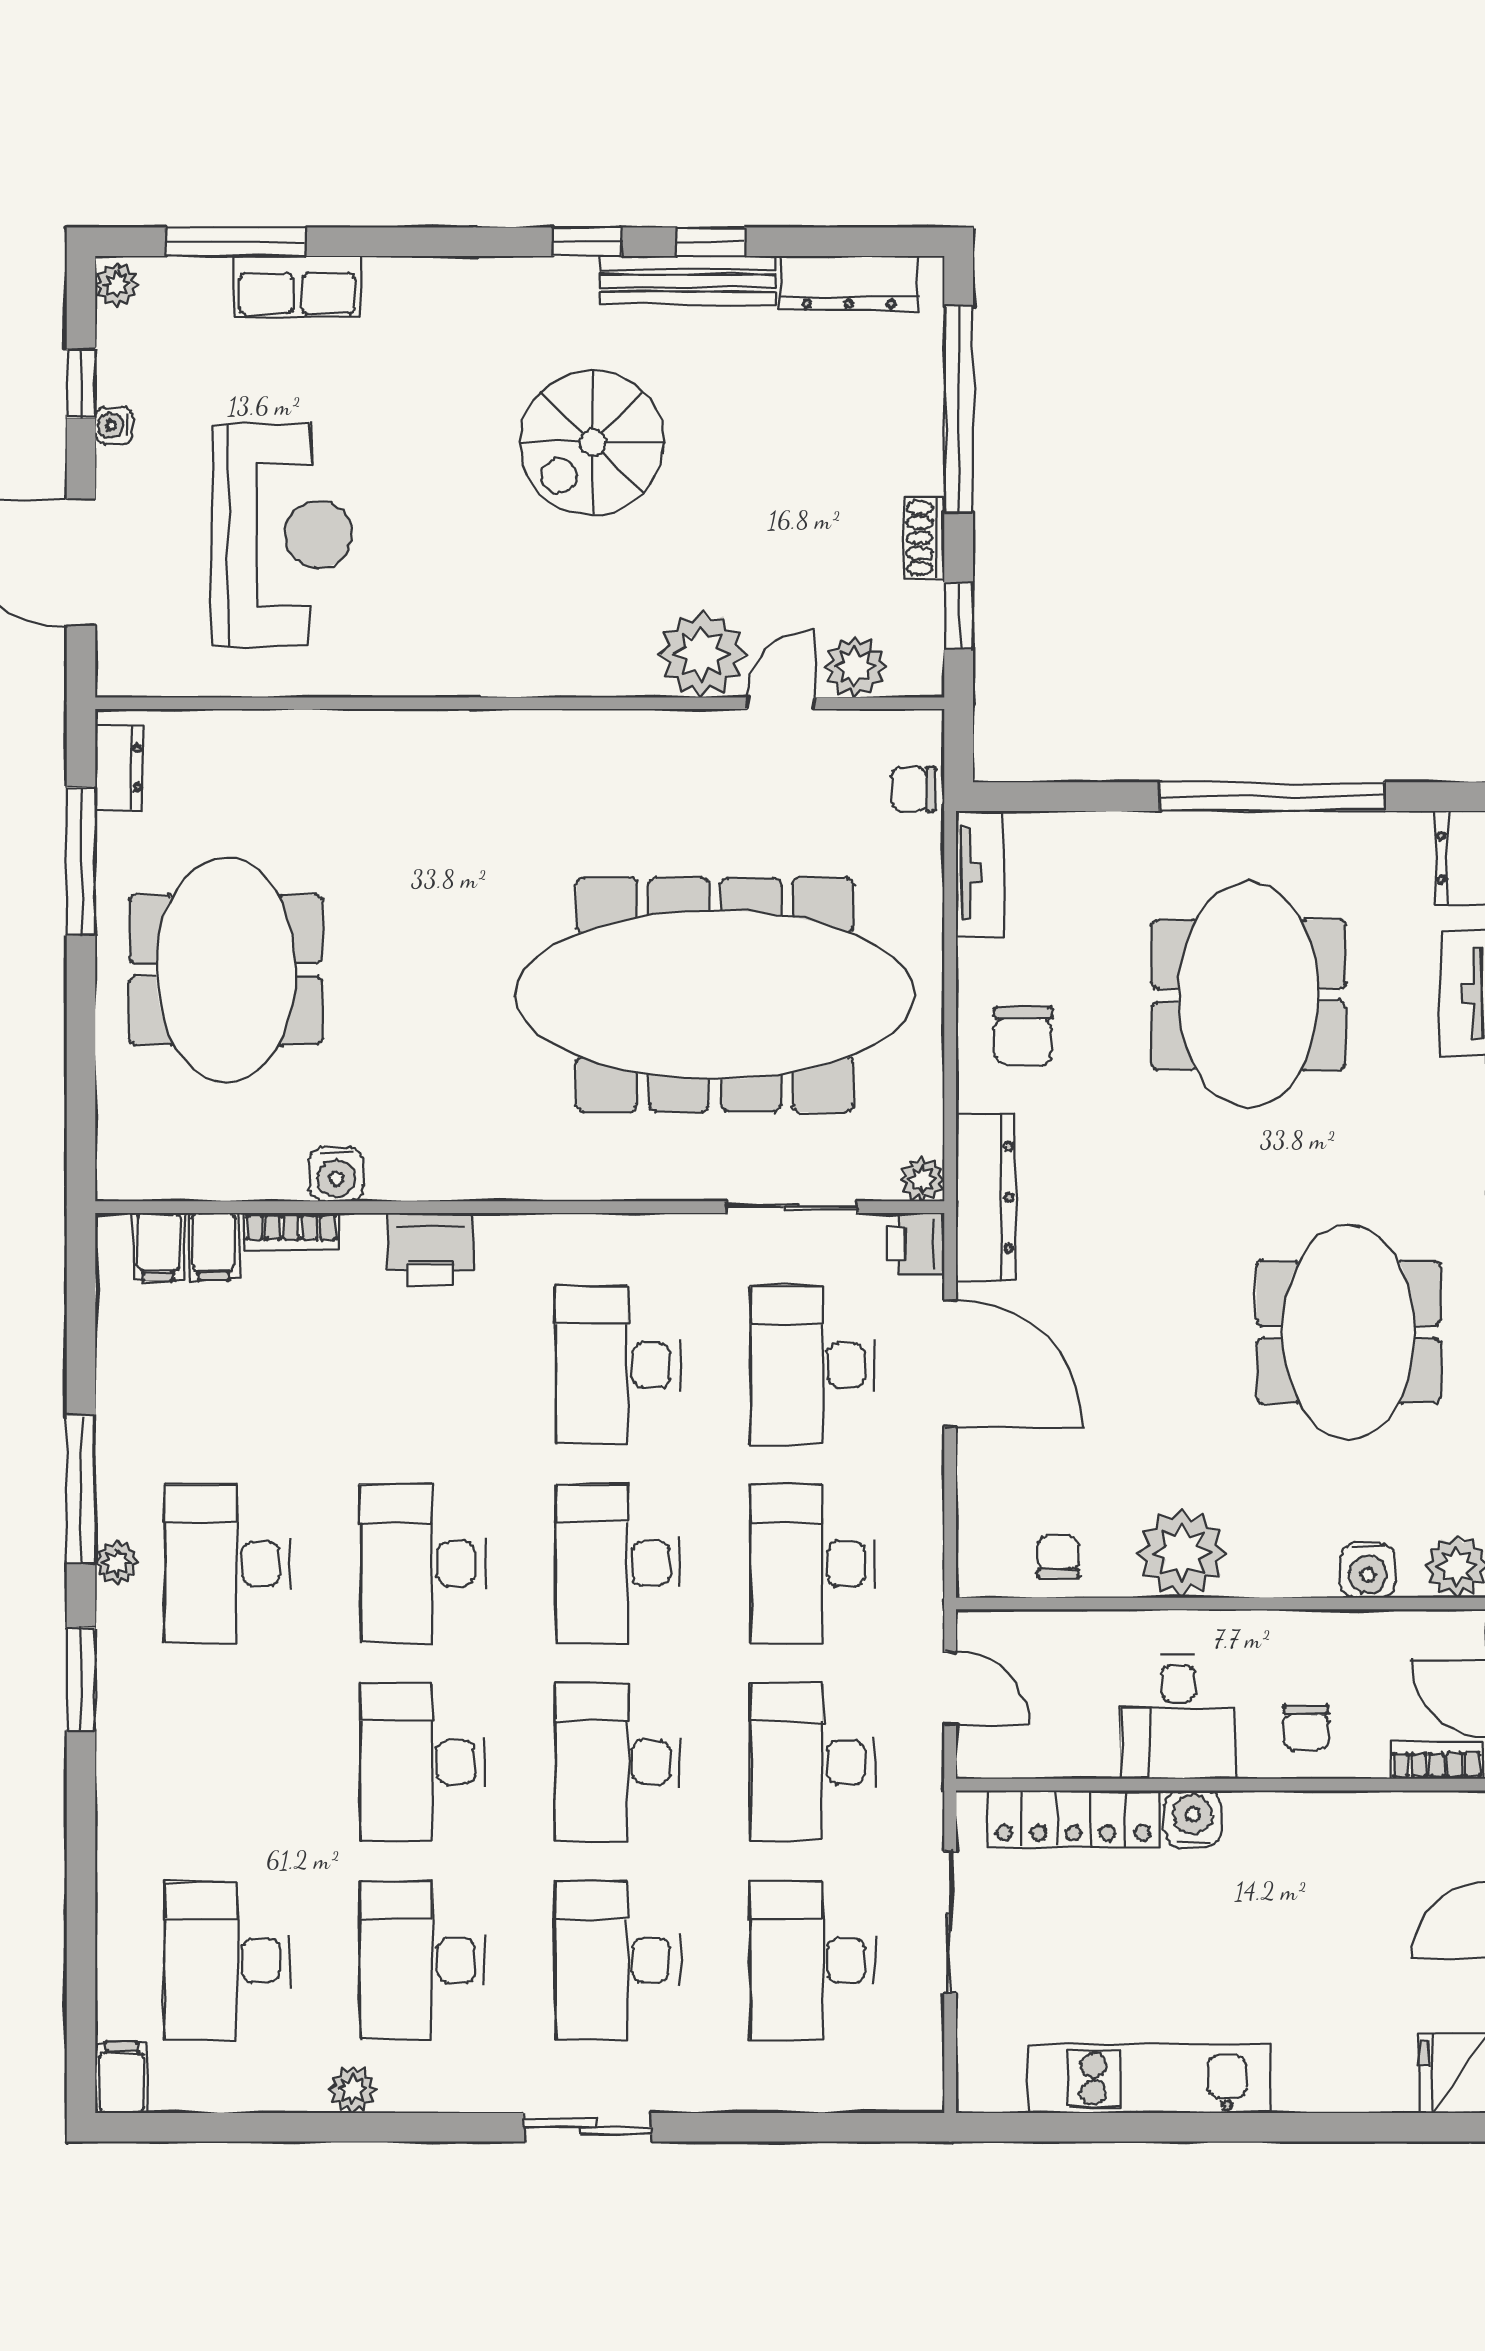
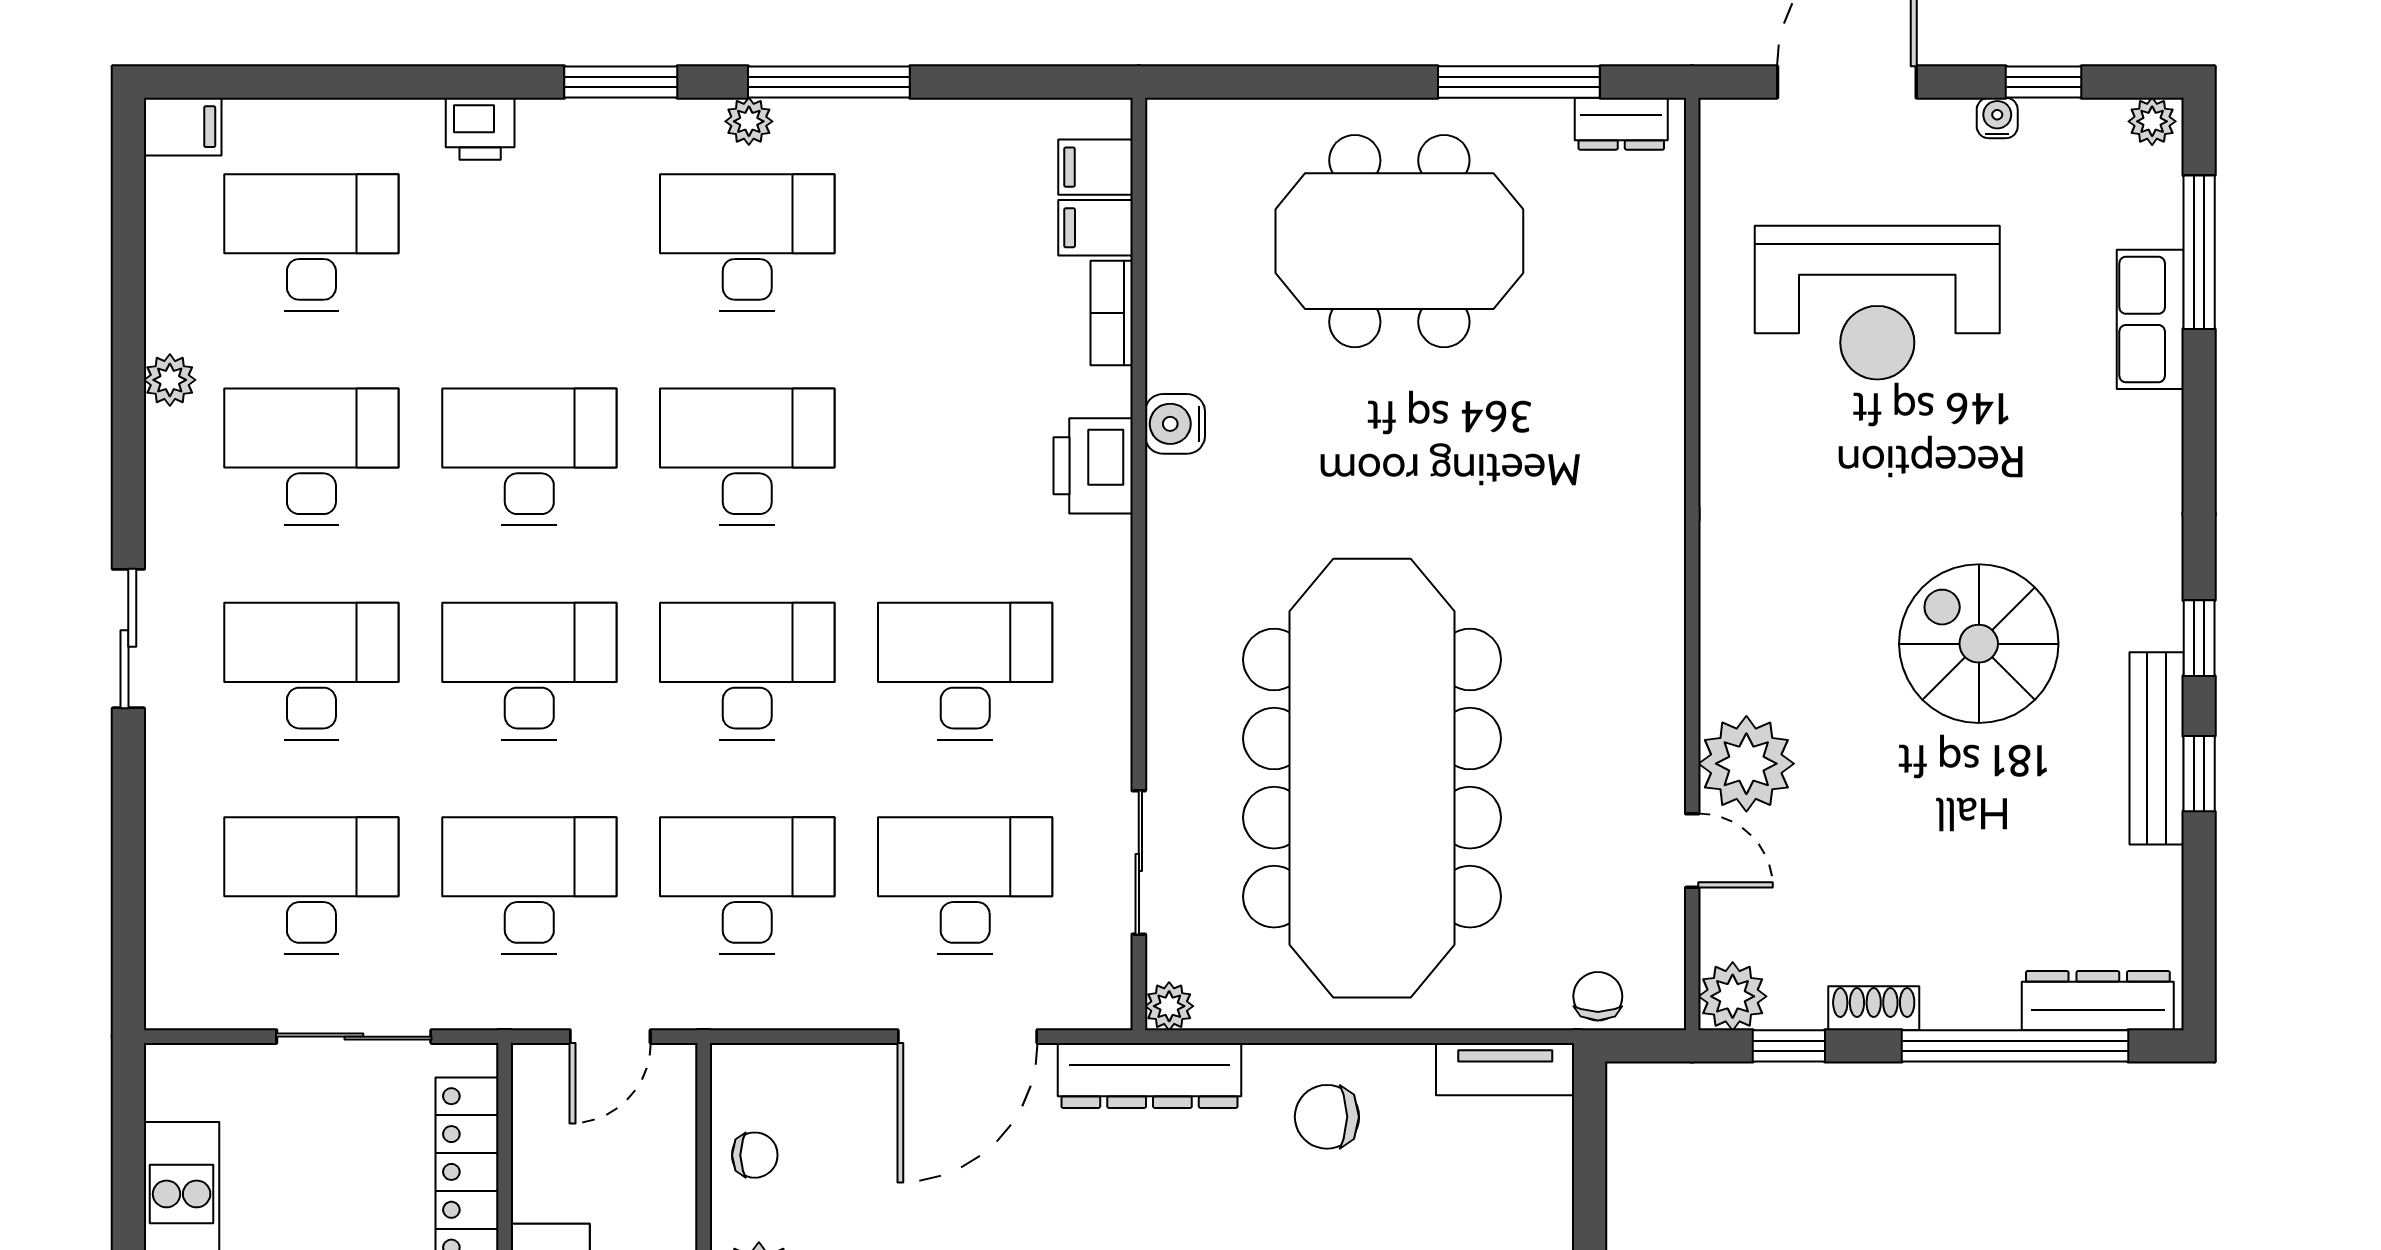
dresser: (849, 283) -> (2098, 1001), moved, turned 90
plant: (855, 667) -> (1733, 996), moved
water cooler: (336, 1174) -> (1175, 424), moved
printer: (916, 1244) -> (480, 129), moved, turned 180

